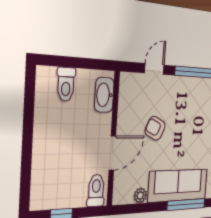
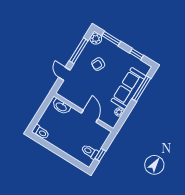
toilet: (66, 84) -> (41, 132), moved
armchair: (155, 128) -> (98, 64), moved
toilet: (96, 190) -> (90, 152), moved

